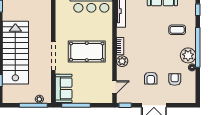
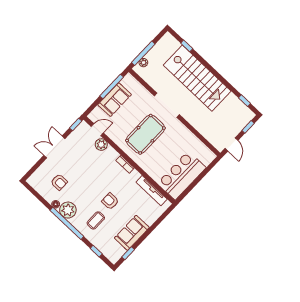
plant: (122, 61) -> (101, 145), moved
armchair: (151, 78) -> (110, 201), moved
door: (115, 87) -> (97, 130), swing flipped
sofa: (64, 88) -> (115, 100), moved, turned -90

